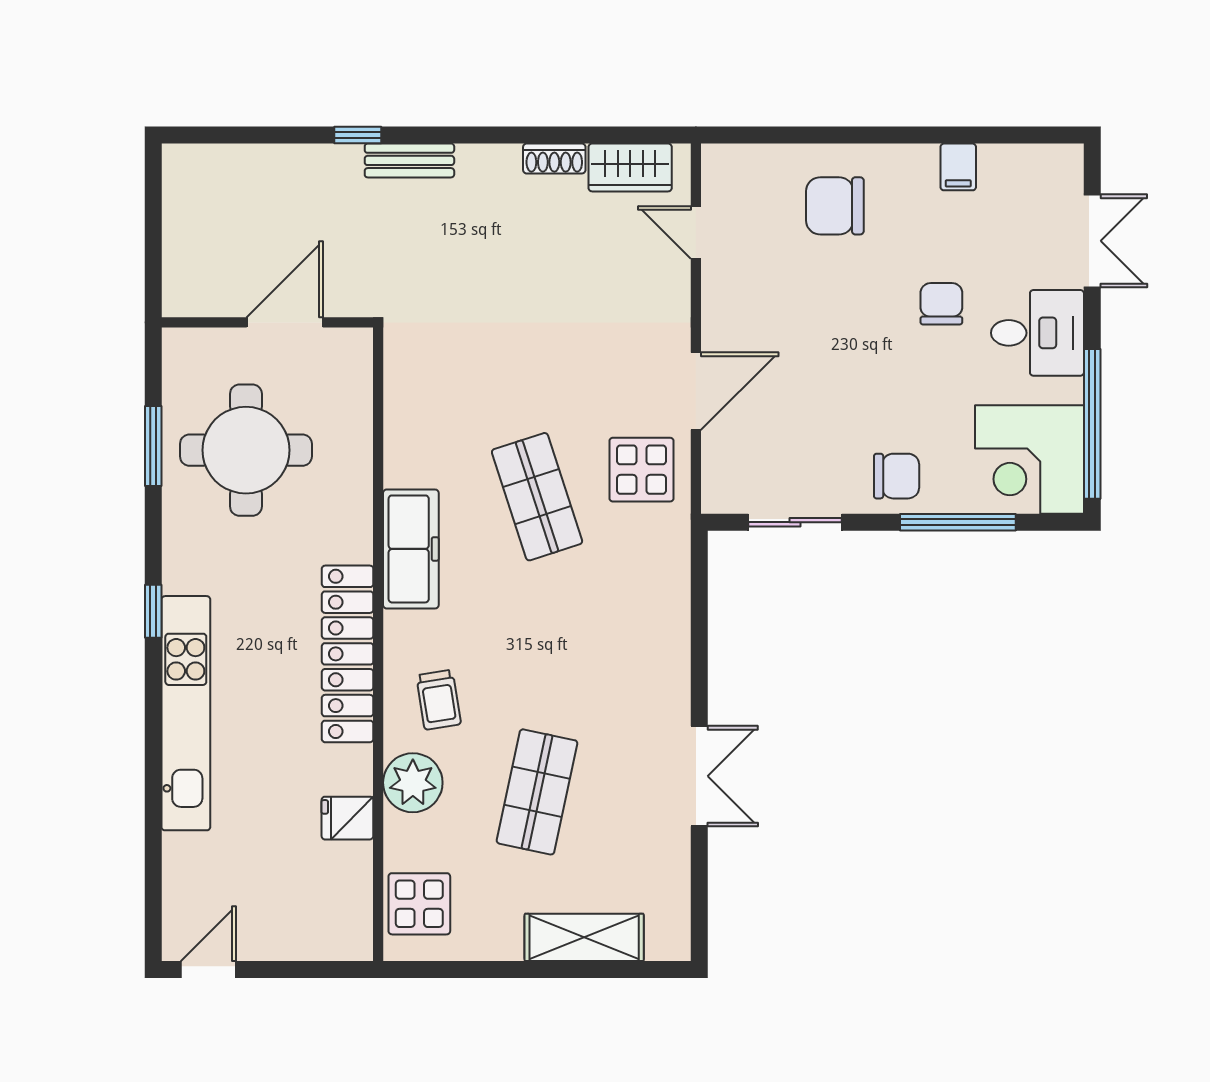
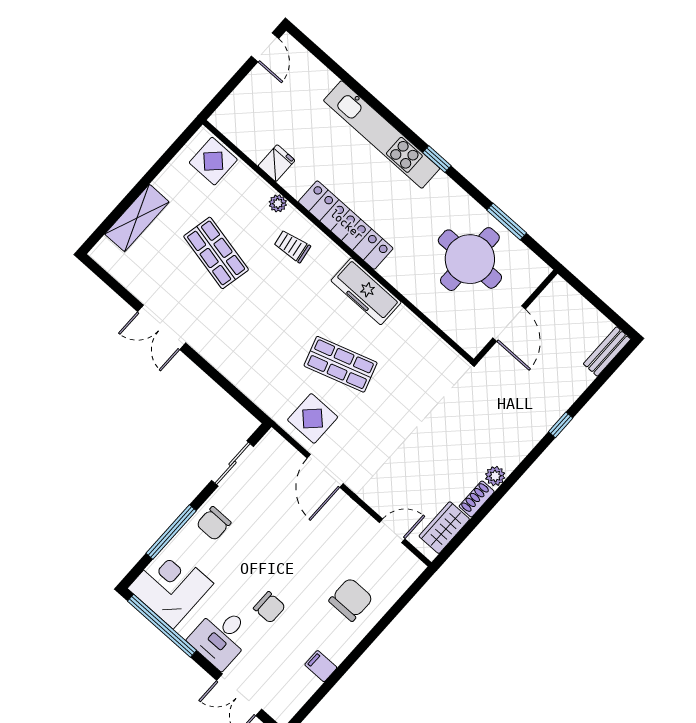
bench: (409, 160) -> (607, 351), moved
plant: (502, 161) -> (495, 476), added
plant: (413, 783) -> (278, 203), width x0.53, depth x0.53

